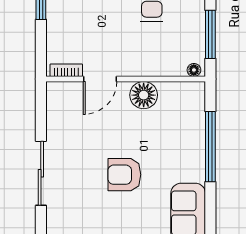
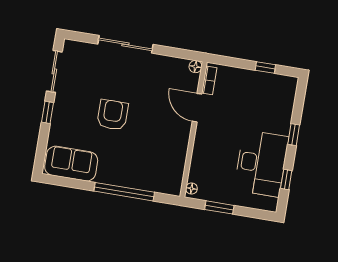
window: (210, 34) -> (219, 207), width x0.69
floor lamp: (144, 95) -> (195, 67), moved, width x0.53, depth x0.53

